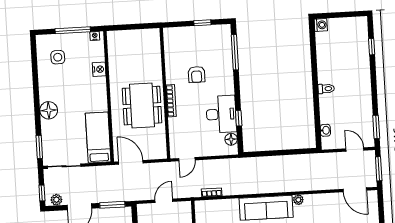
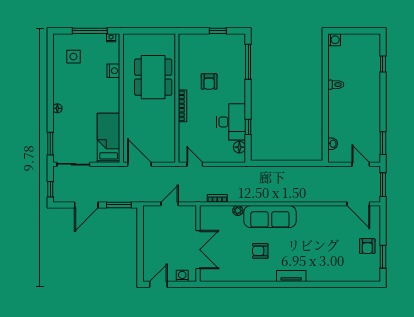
toilet: (326, 89) -> (336, 85), moved
dining table: (142, 106) -> (153, 77), moved
floor lamp: (49, 110) -> (57, 108), width x0.53, depth x0.53
door: (187, 159) -> (195, 164), swing flipped
plant: (56, 200) -> (64, 197), removed
plant: (298, 200) -> (238, 211), moved

